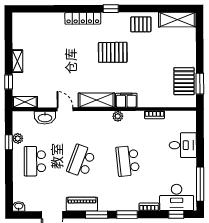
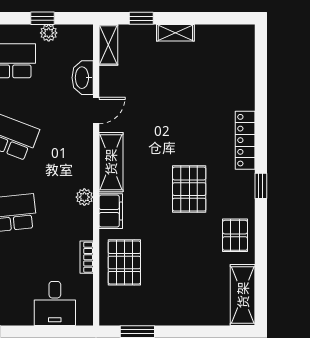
pallet: (184, 81) -> (124, 262), moved, turned 90
desk: (183, 145) -> (55, 303), moved

